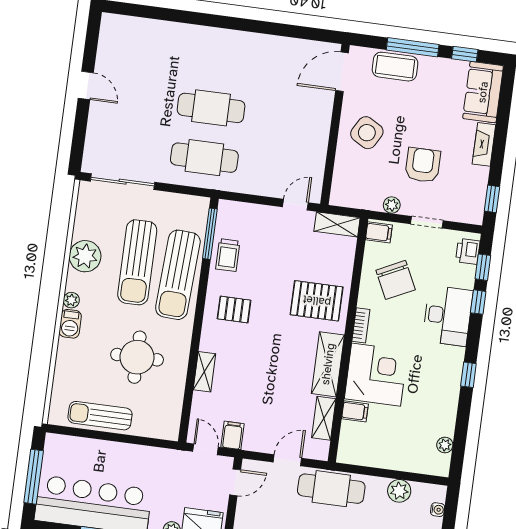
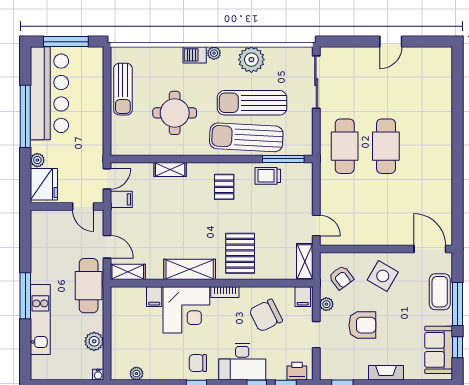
sofa: (483, 92) -> (439, 350), moved, turned -90
armchair: (362, 183) -> (341, 278), added
chair: (442, 369) -> (198, 363), added
sun lounger: (100, 416) -> (123, 89), turned 180
shelving: (324, 418) -> (128, 272), moved
water cooler: (438, 510) -> (98, 375), moved

